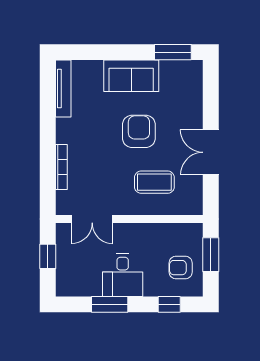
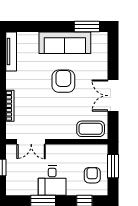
sofa: (131, 76) -> (65, 43), width x1.36
coffee table: (154, 182) -> (91, 129), moved
armchair: (181, 268) -> (92, 175), turned 90

